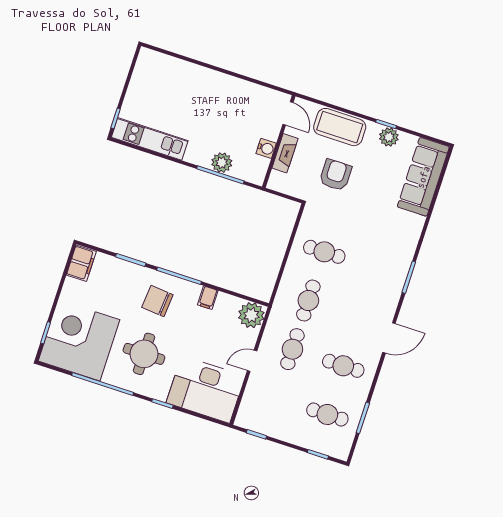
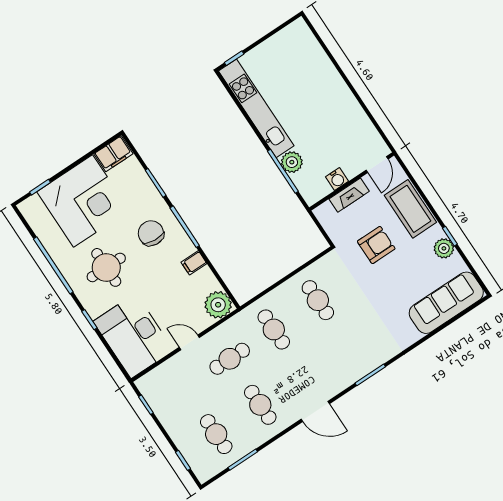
kitchen unit: (150, 139) -> (256, 108), width x1.36
cafe table: (308, 301) -> (274, 329), turned 90
corner desk: (79, 340) -> (83, 201), moved, turned 90

